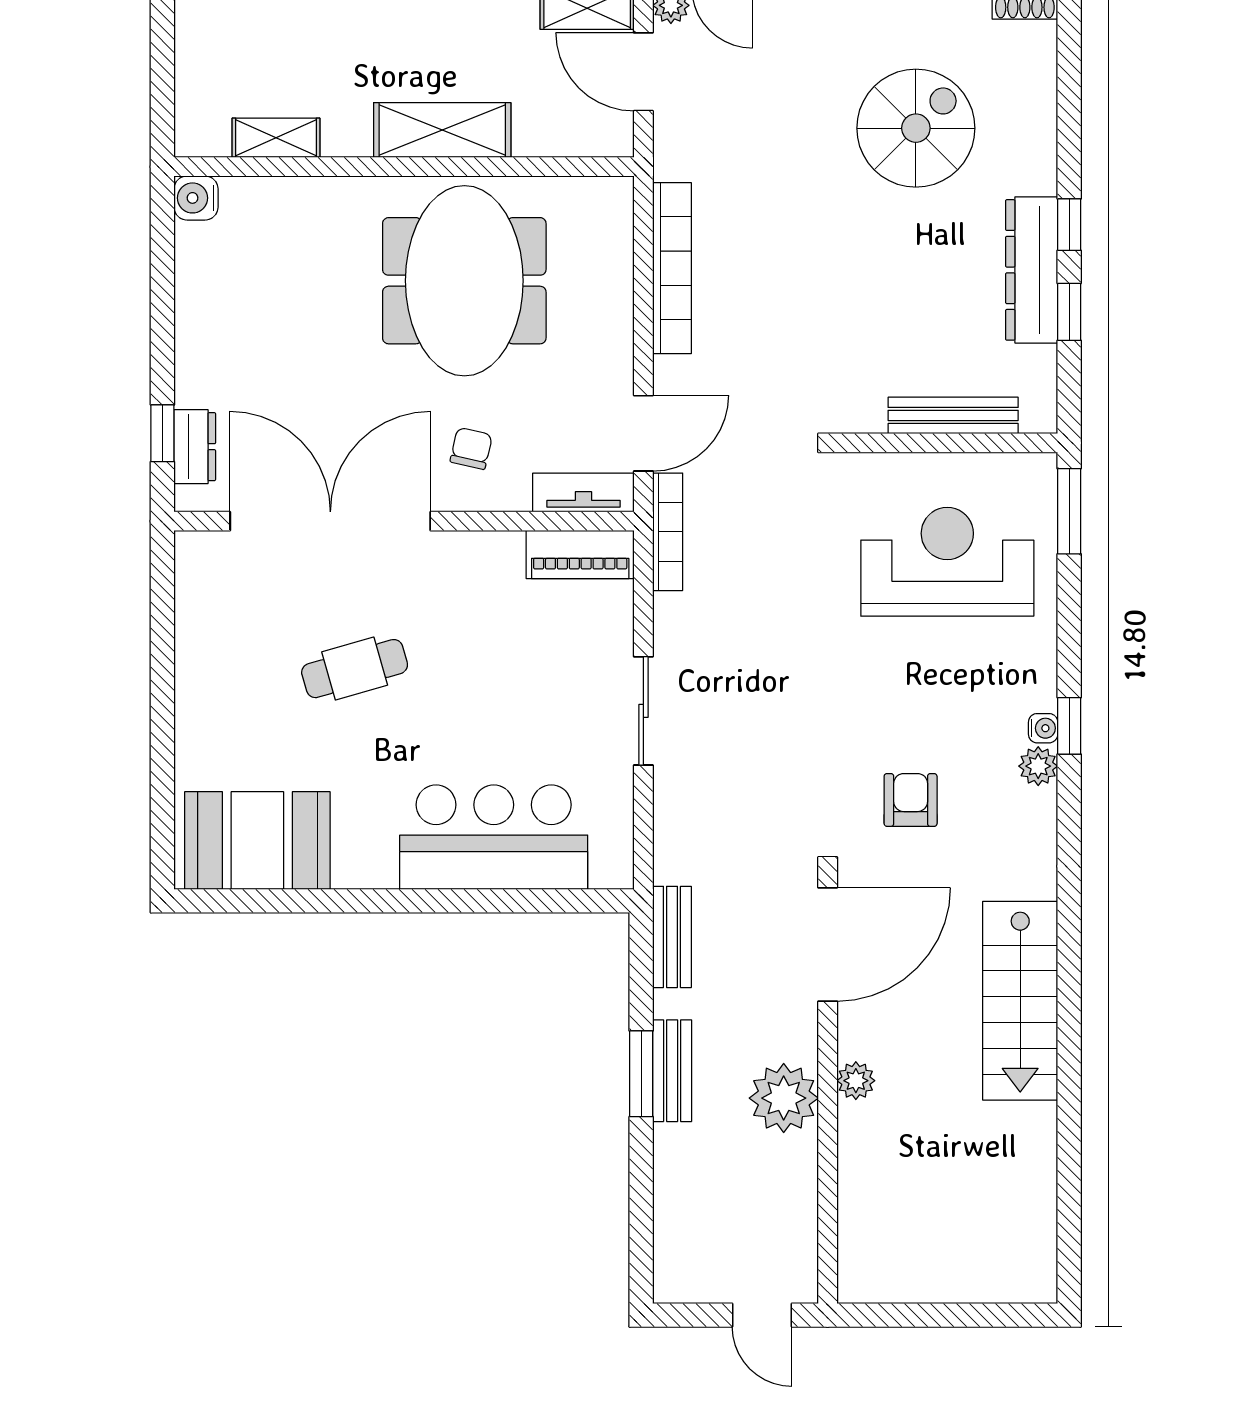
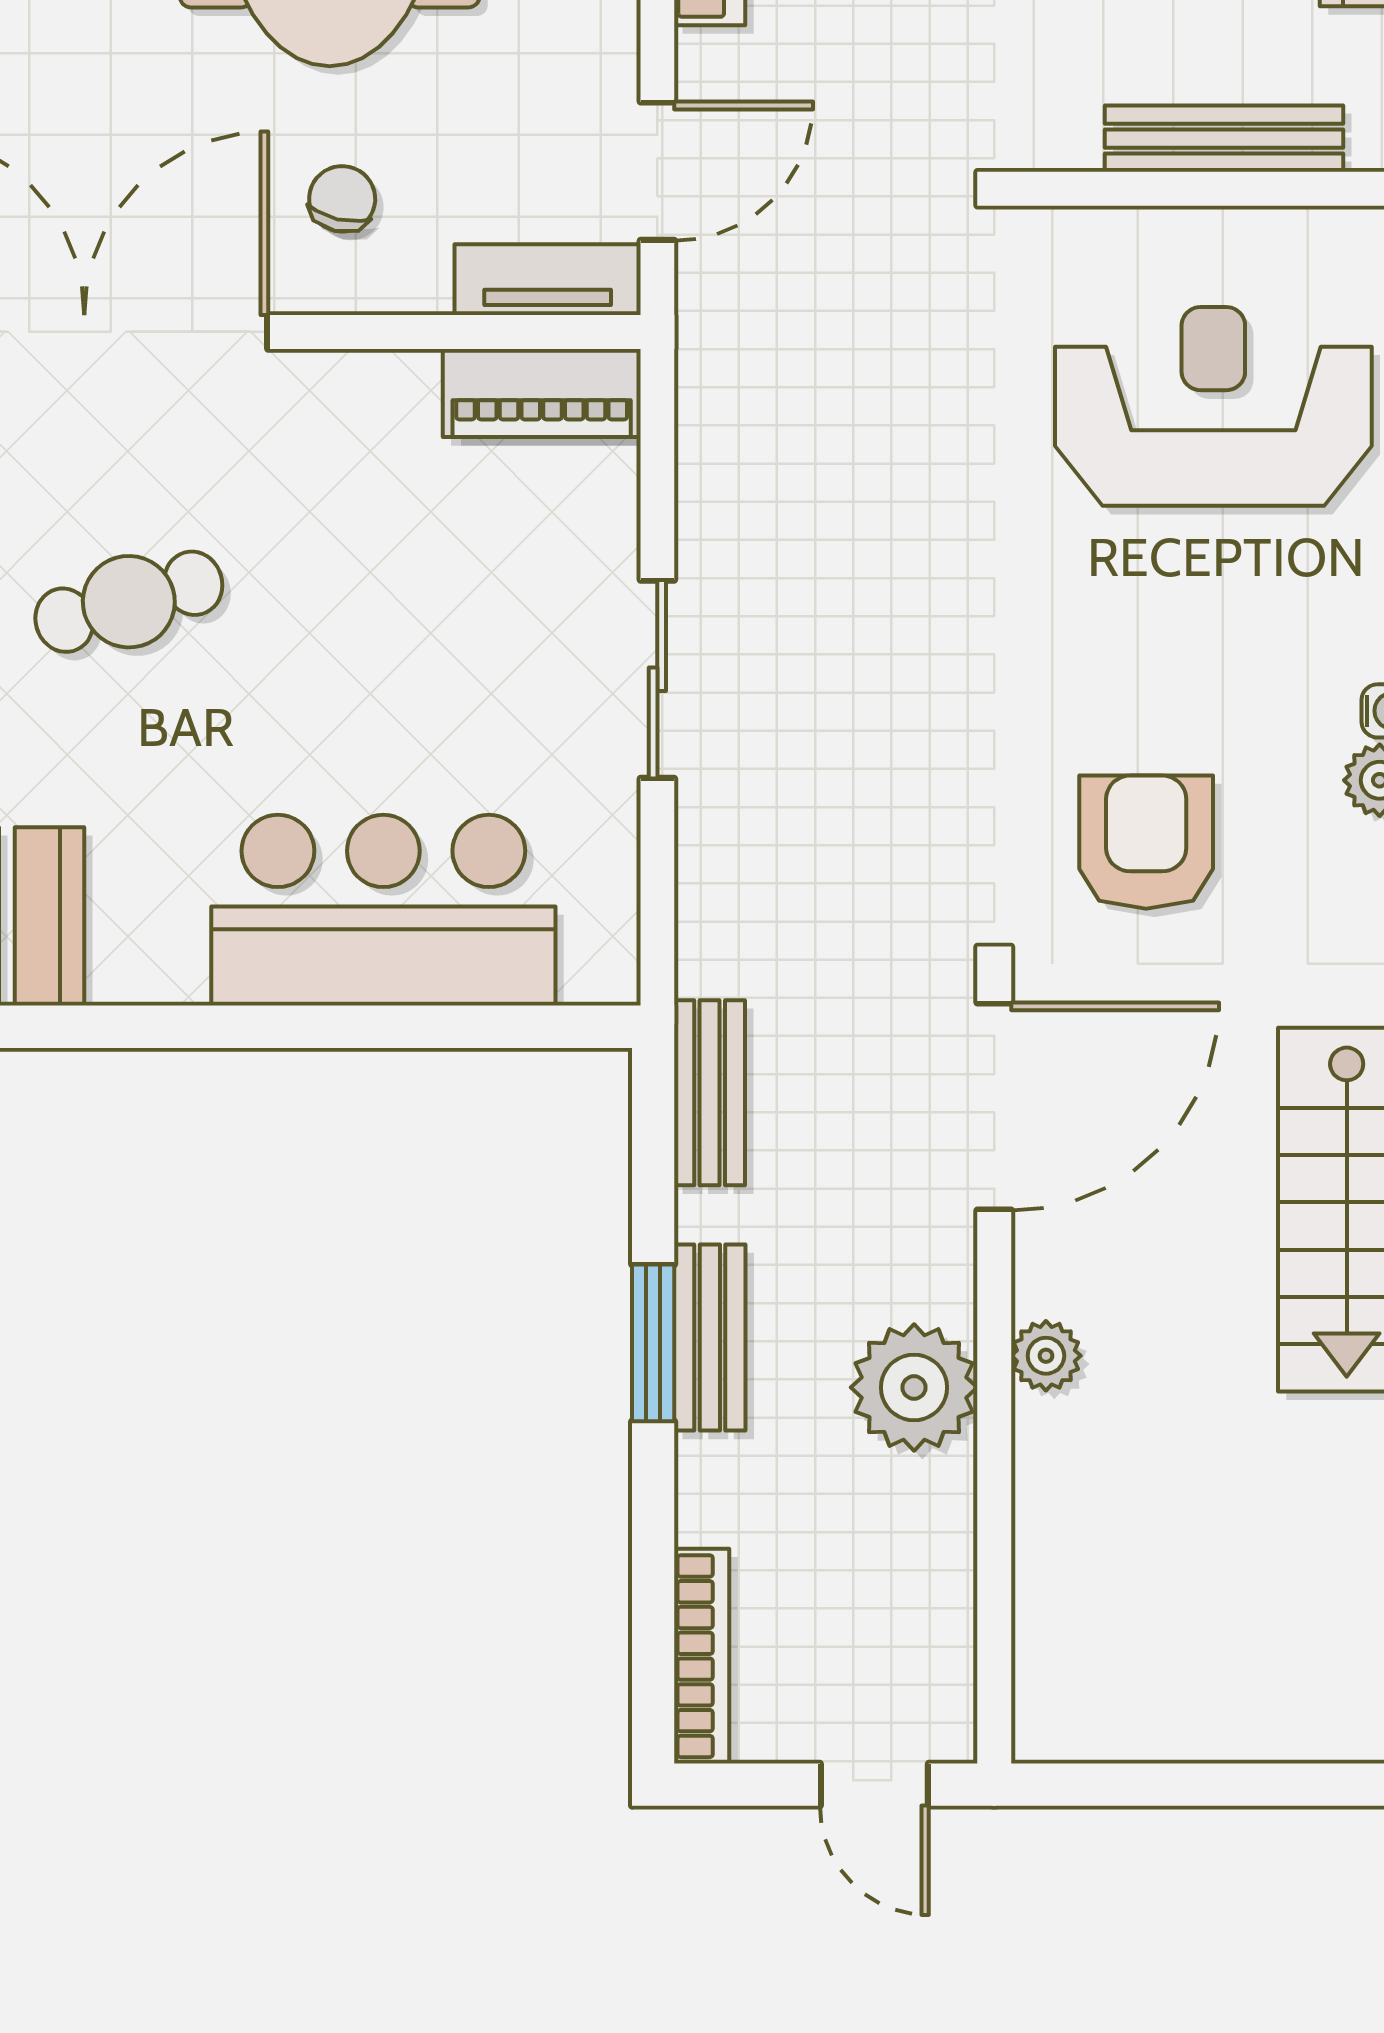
bookcase: (668, 532) -> (702, 1656), moved
armchair: (911, 800) -> (1146, 842), width x1.38, depth x1.38

